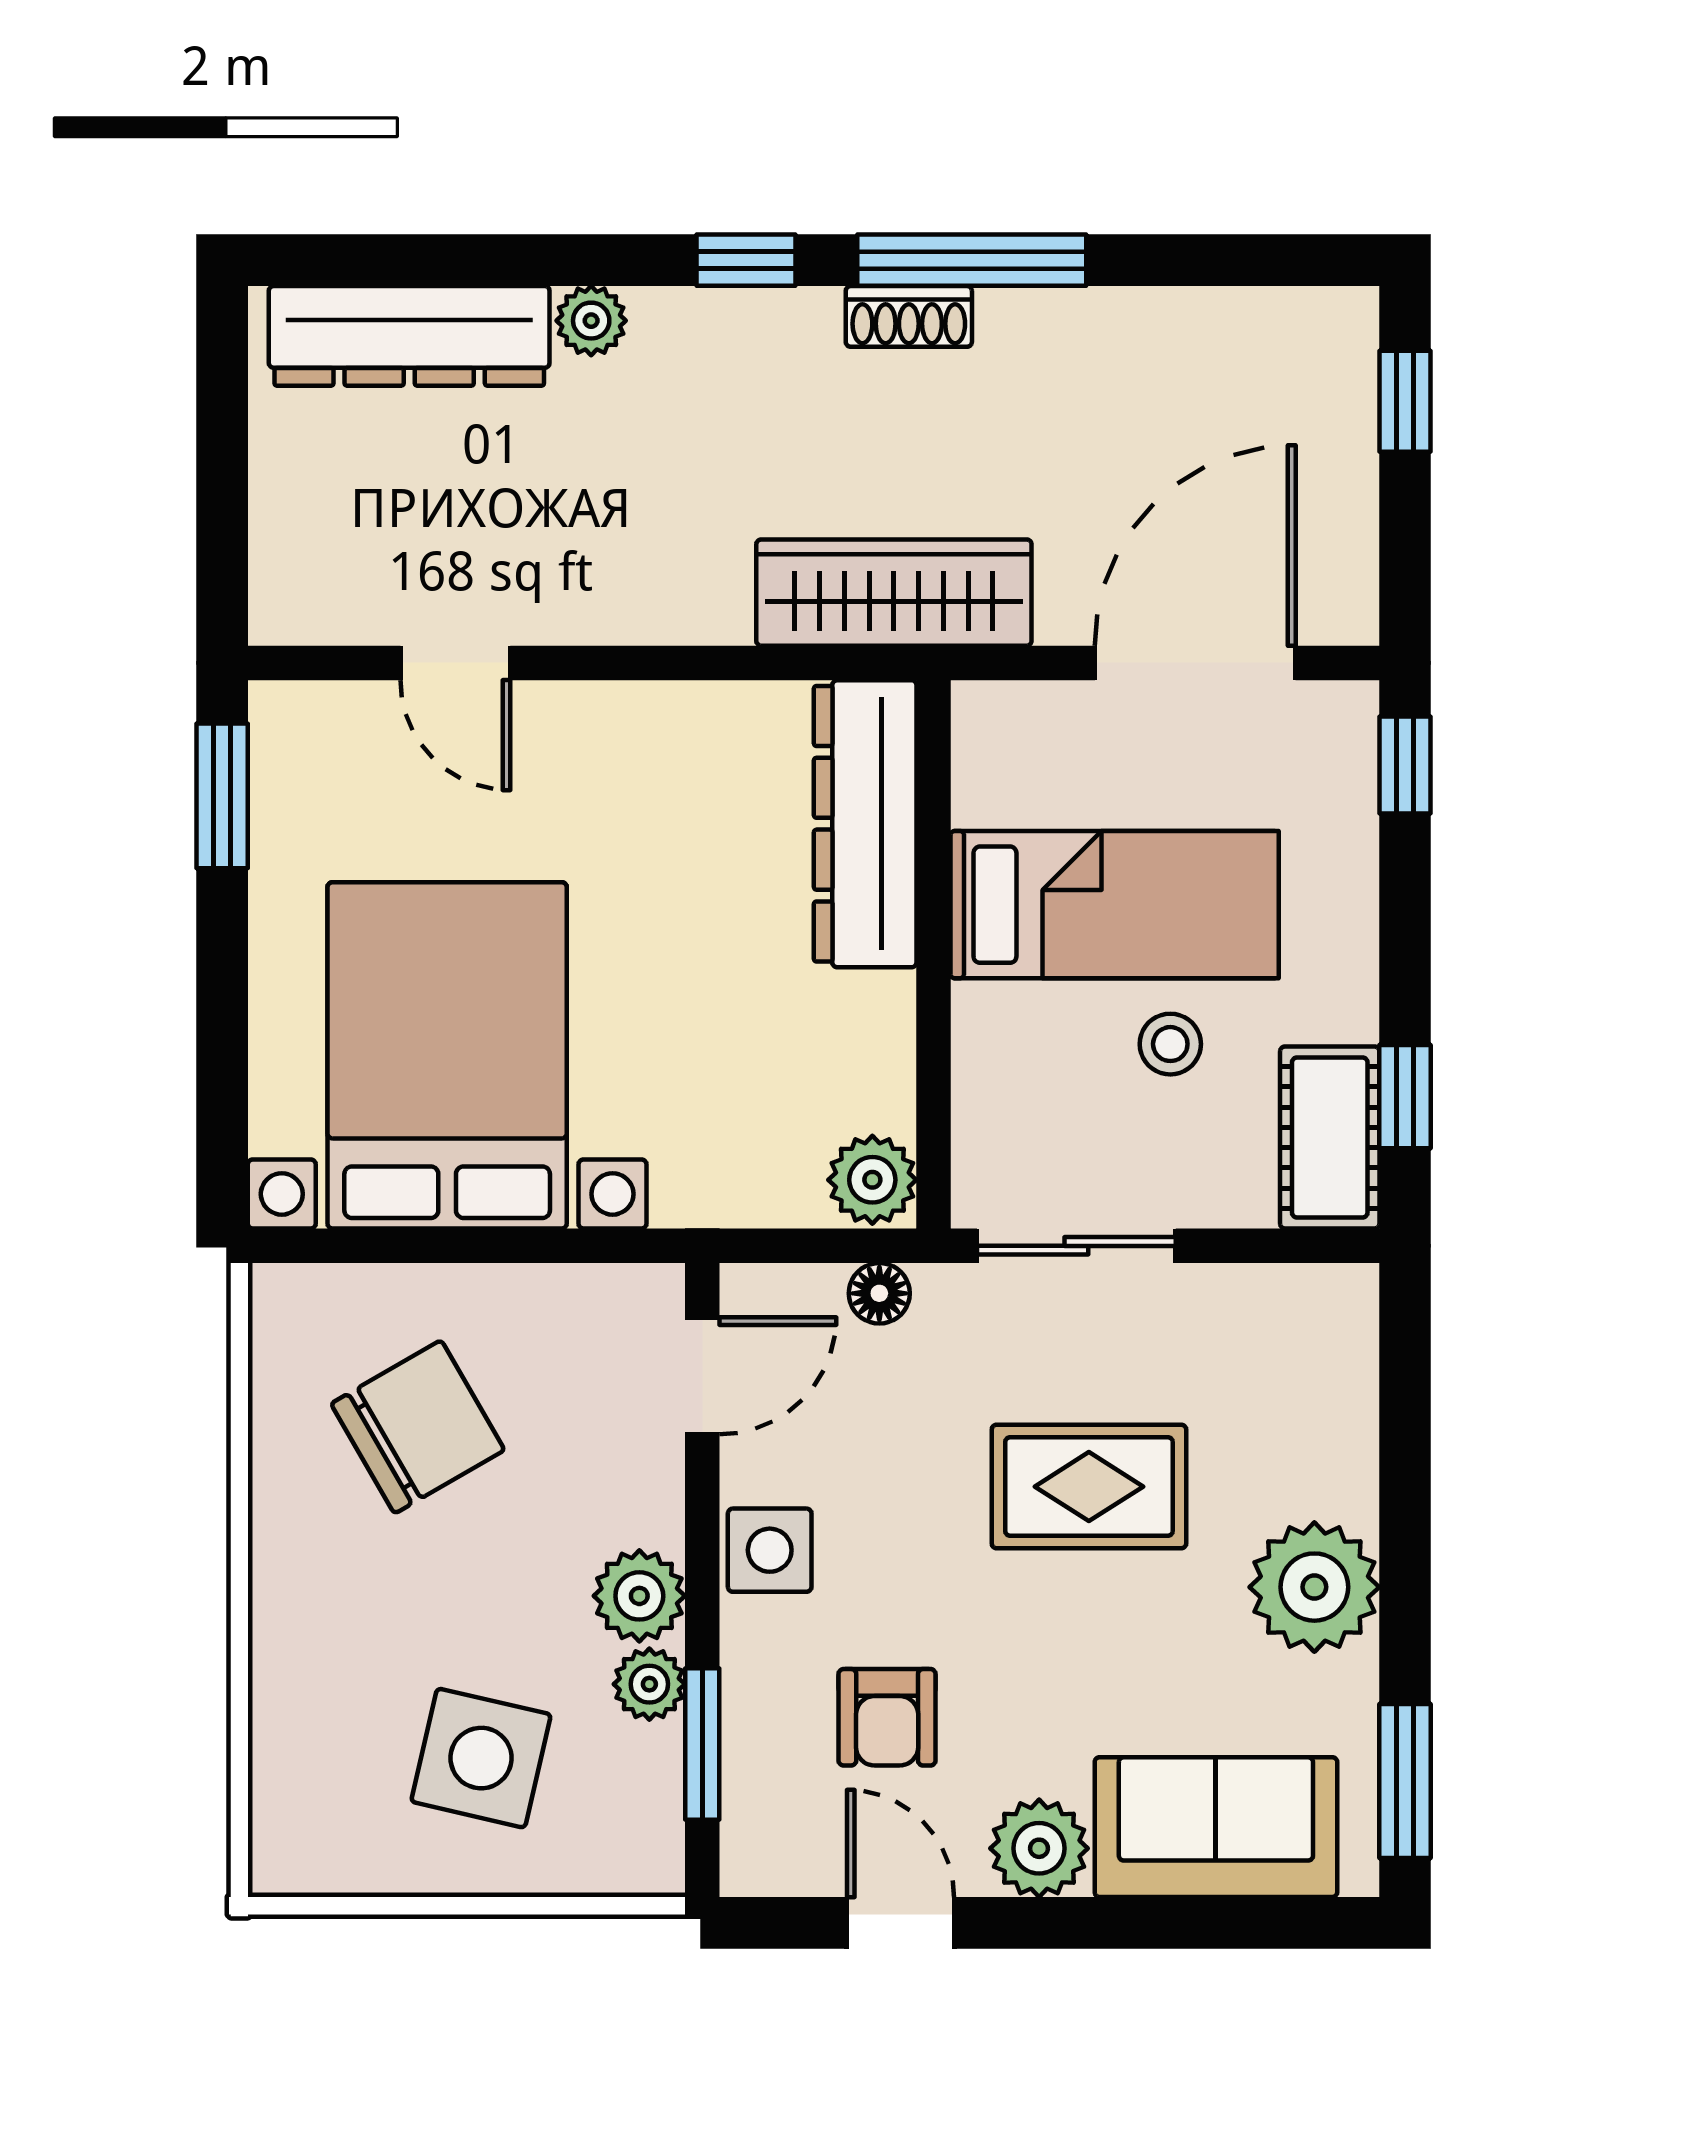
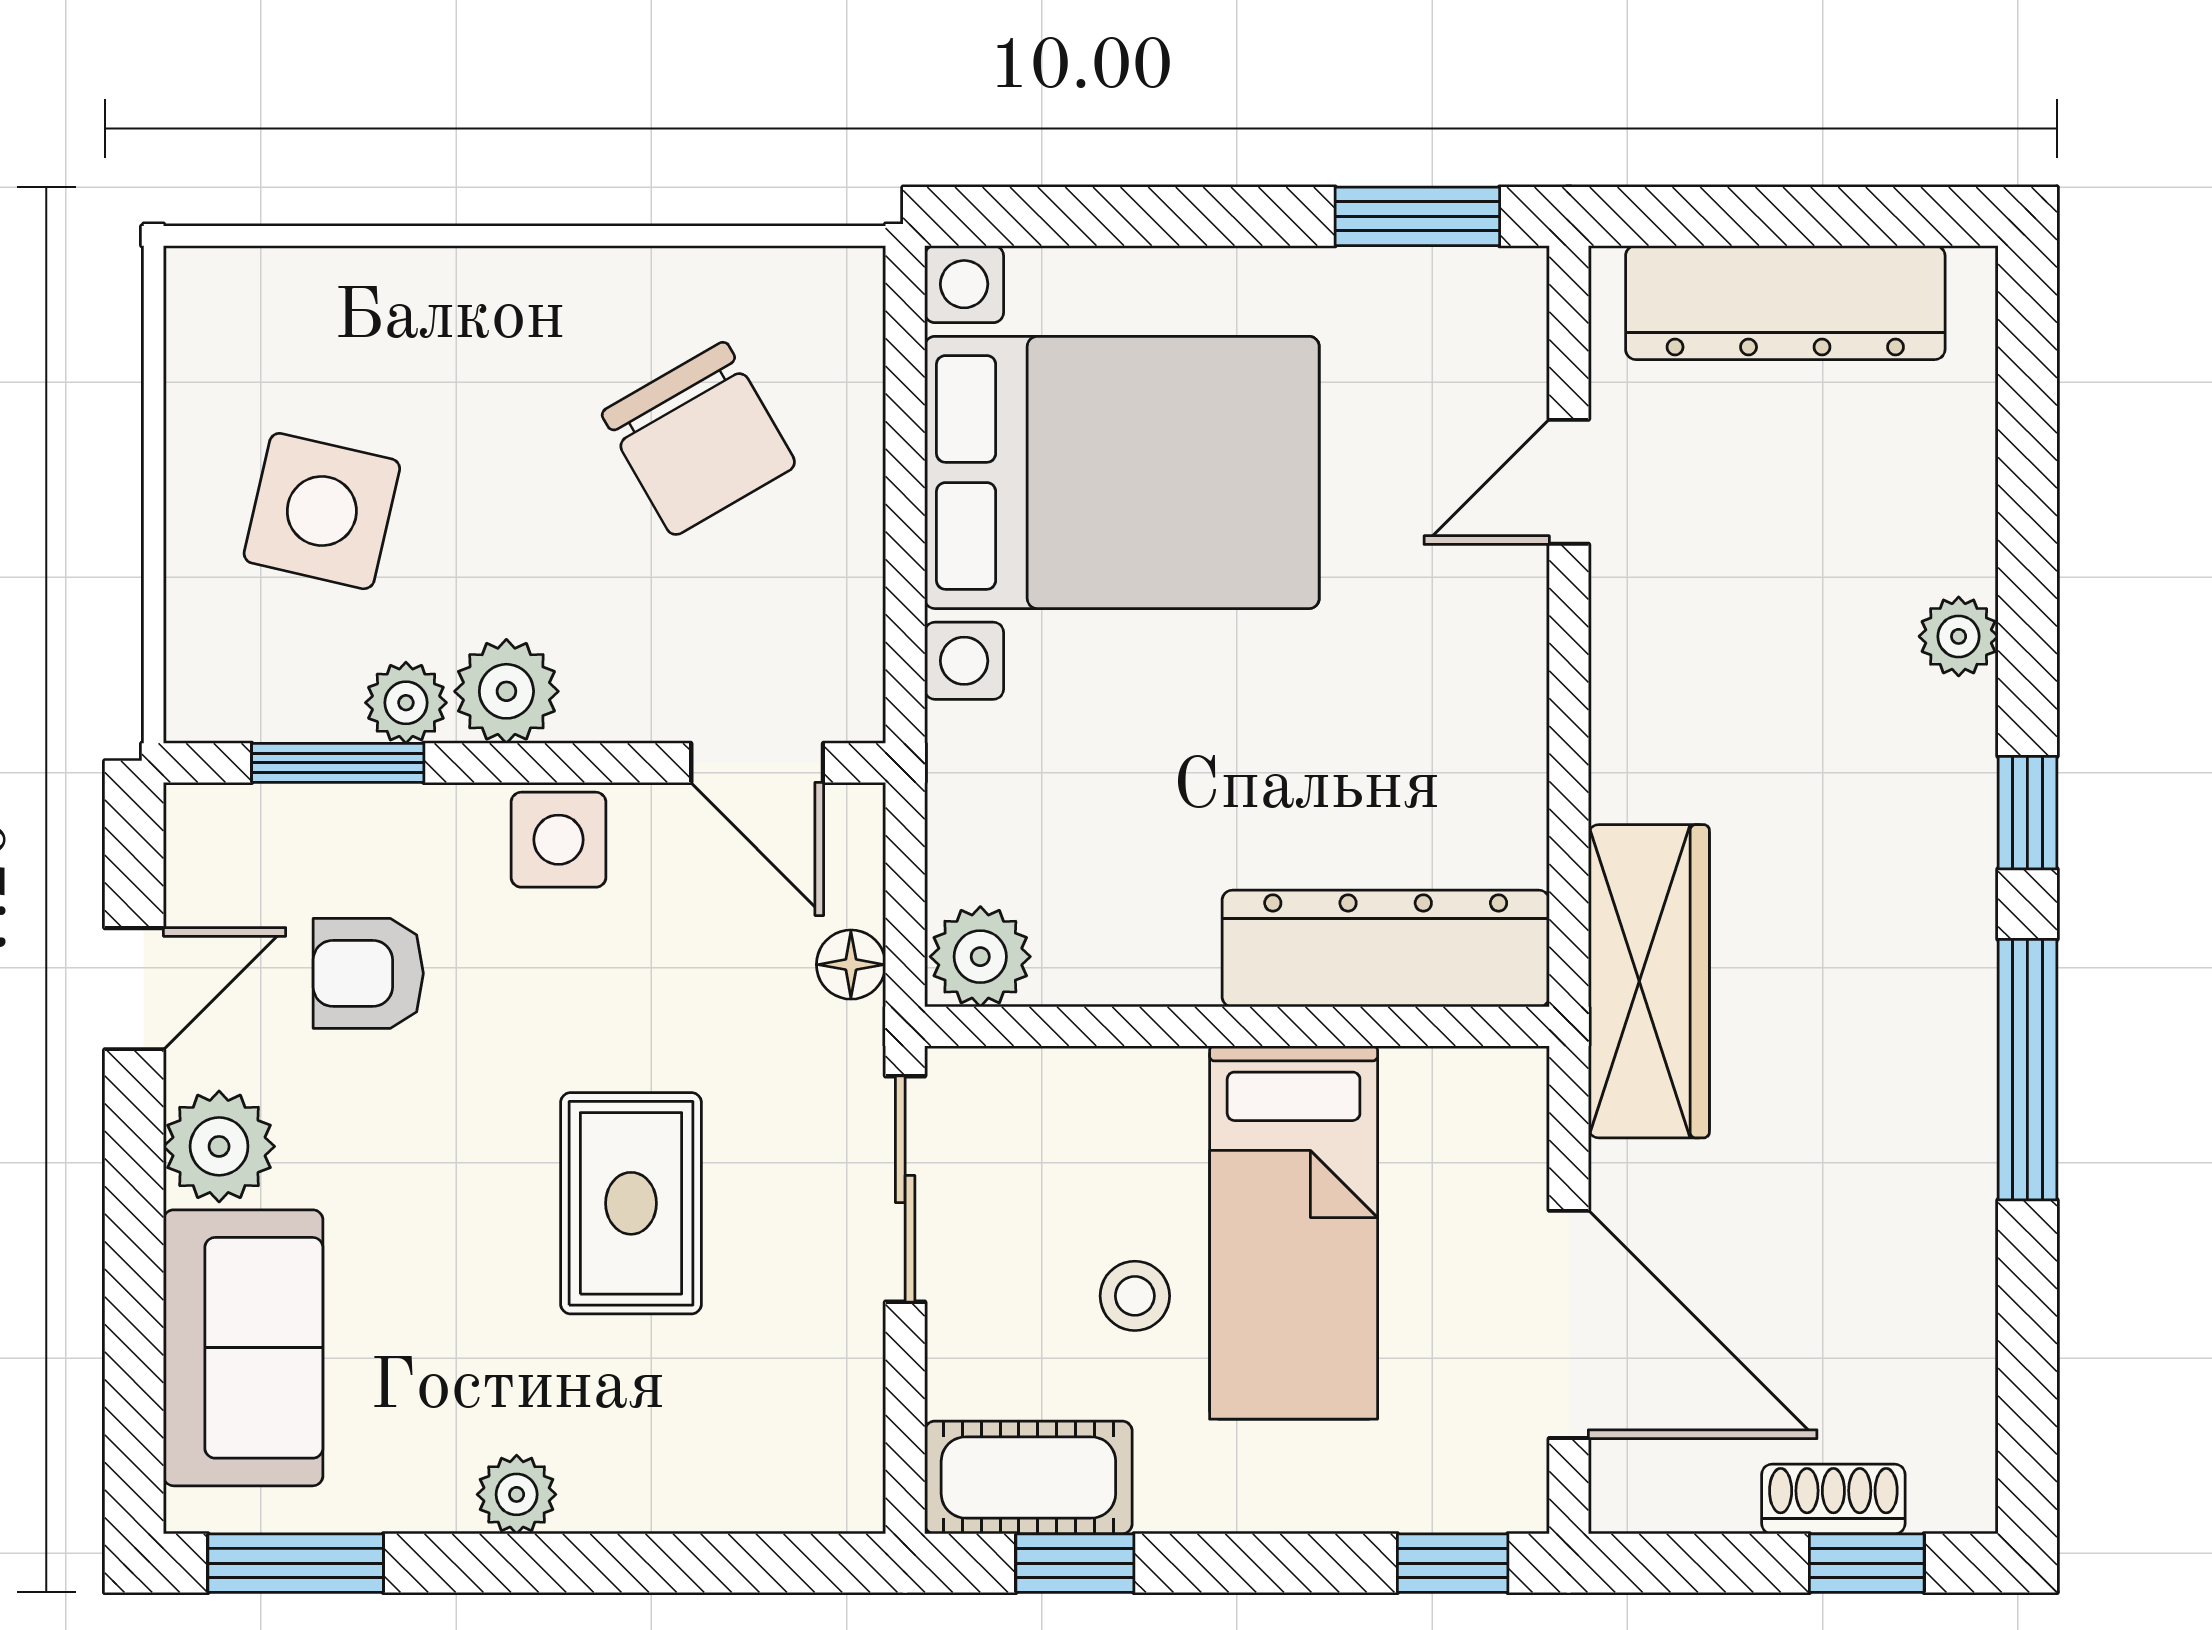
shoe rack: (909, 316) -> (1833, 1499), moved, turned 90
dresser: (409, 336) -> (1785, 303), moved, turned -90
plant: (1314, 1587) -> (517, 1494), width x0.53, depth x0.53

